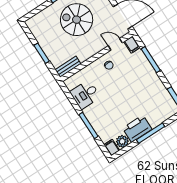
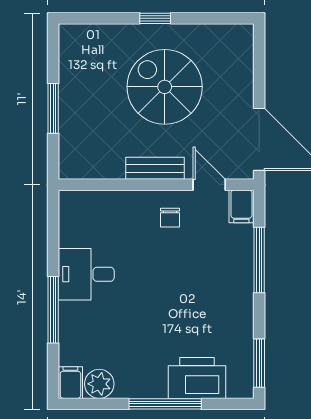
bench: (68, 67) -> (155, 168), moved
desk: (85, 94) -> (86, 274), moved
printer: (137, 129) -> (197, 378), moved

